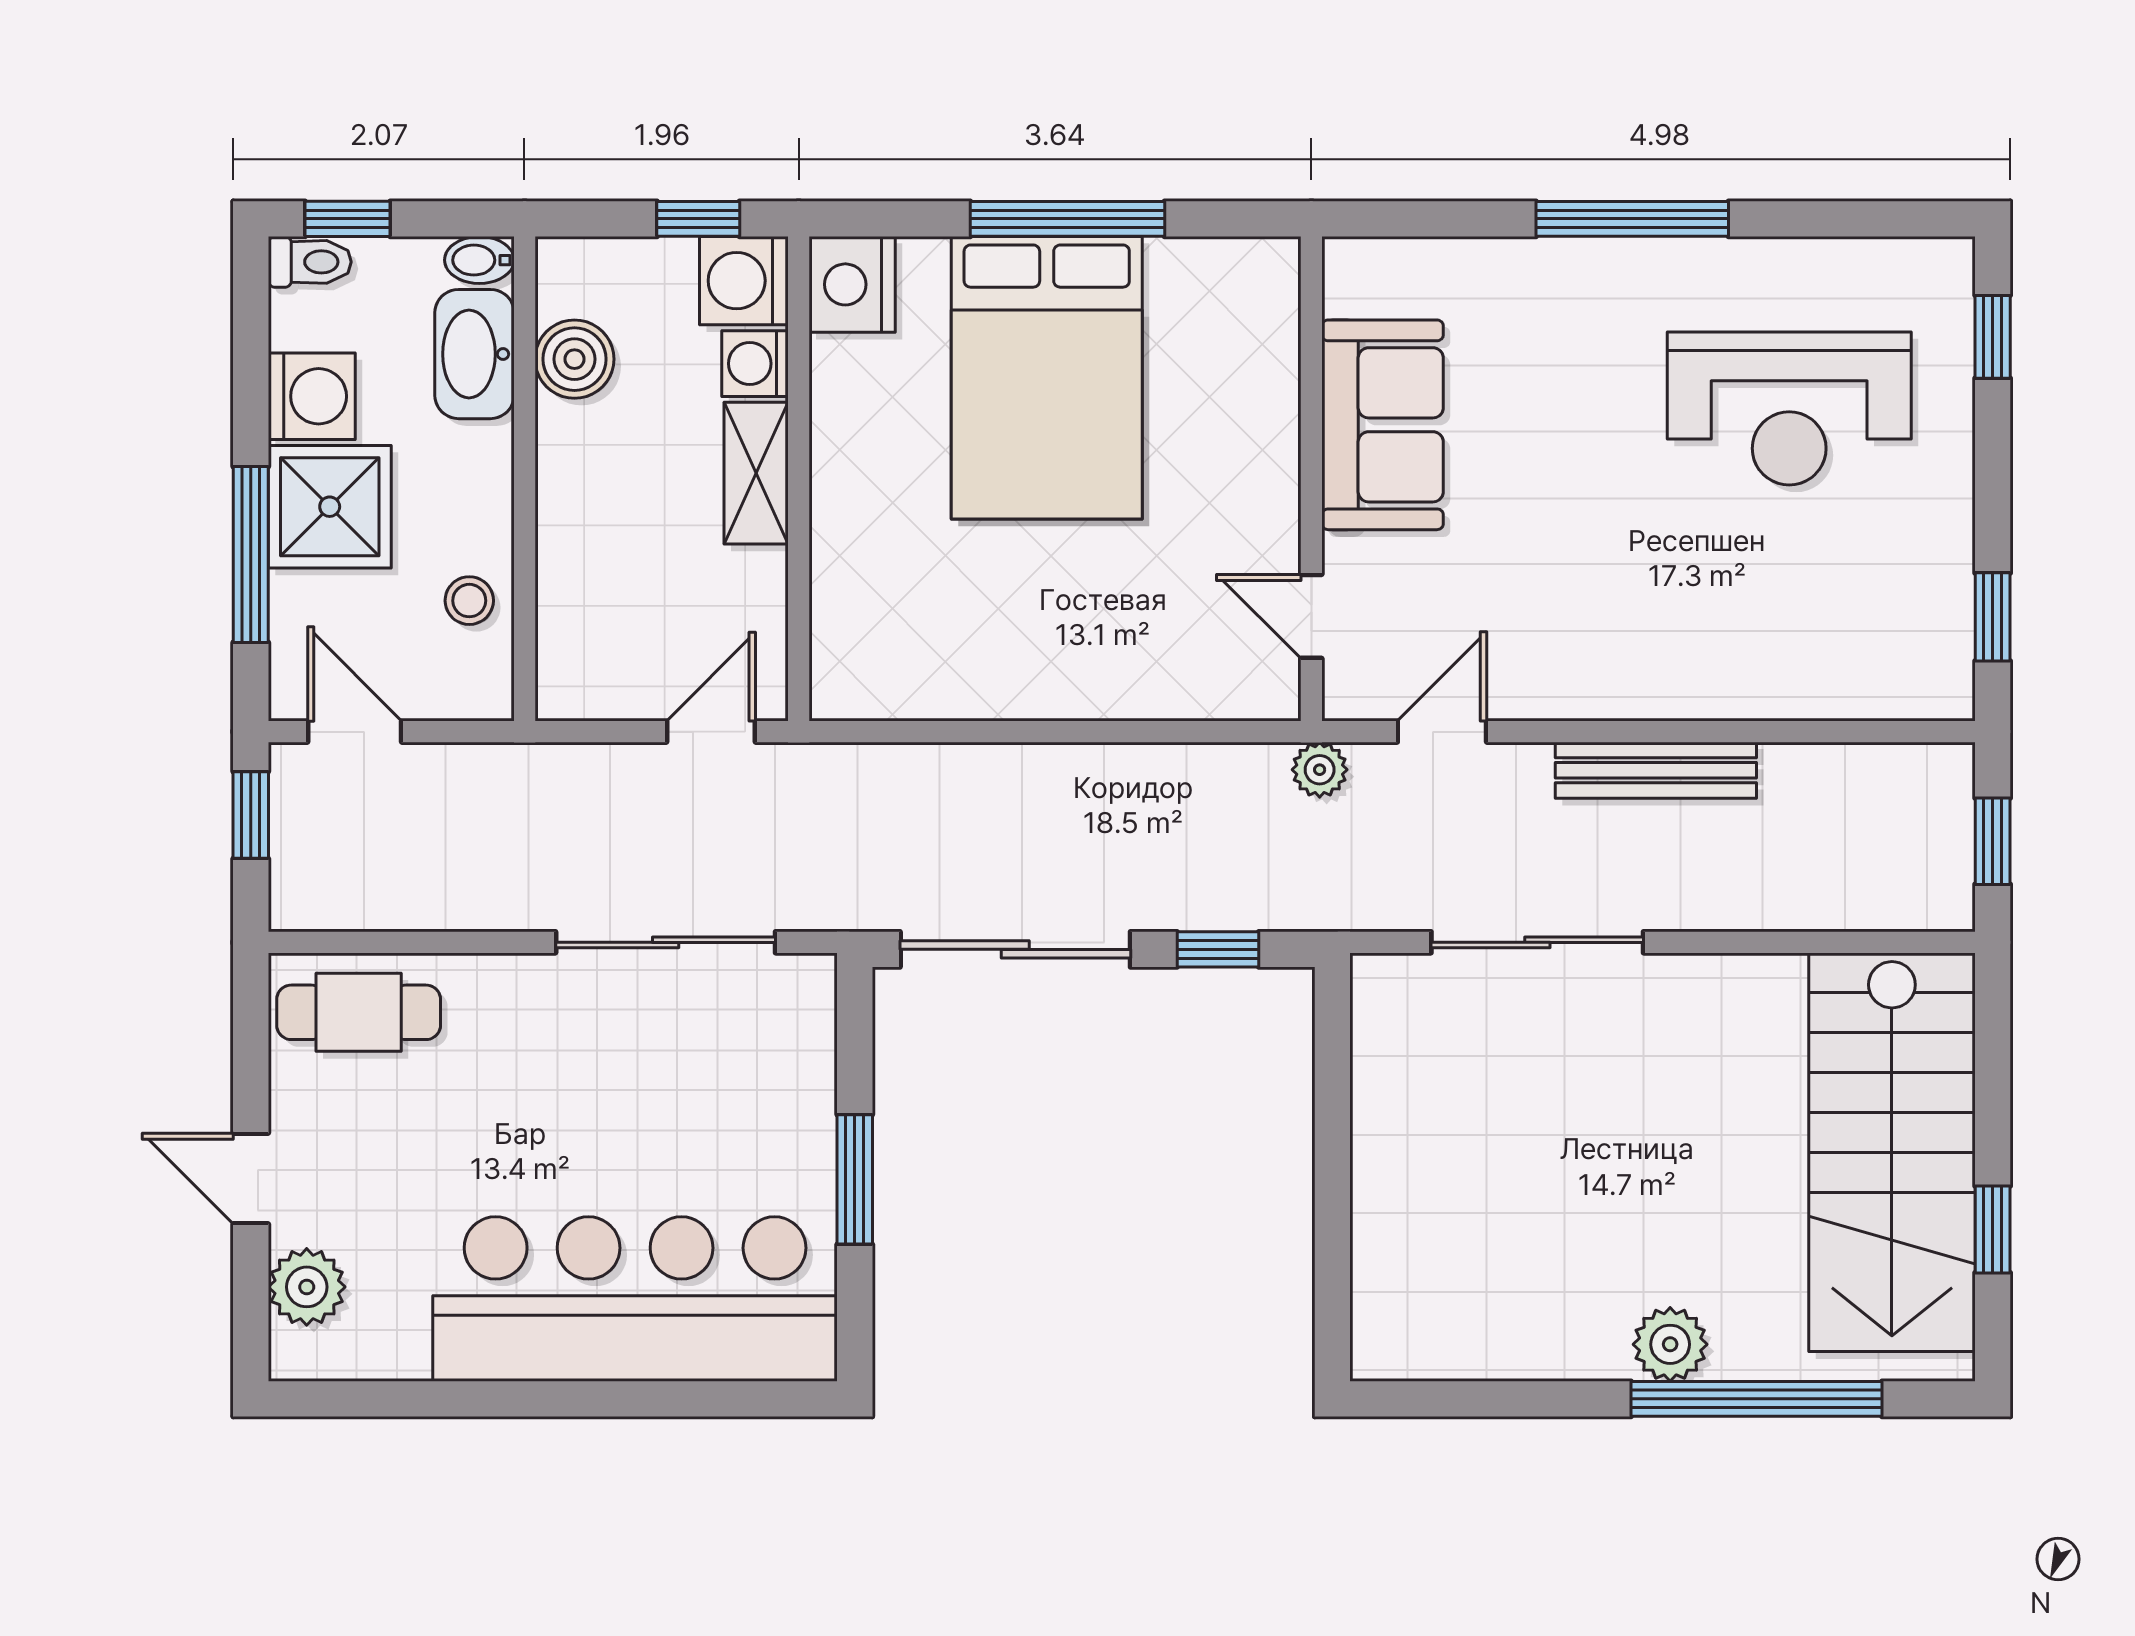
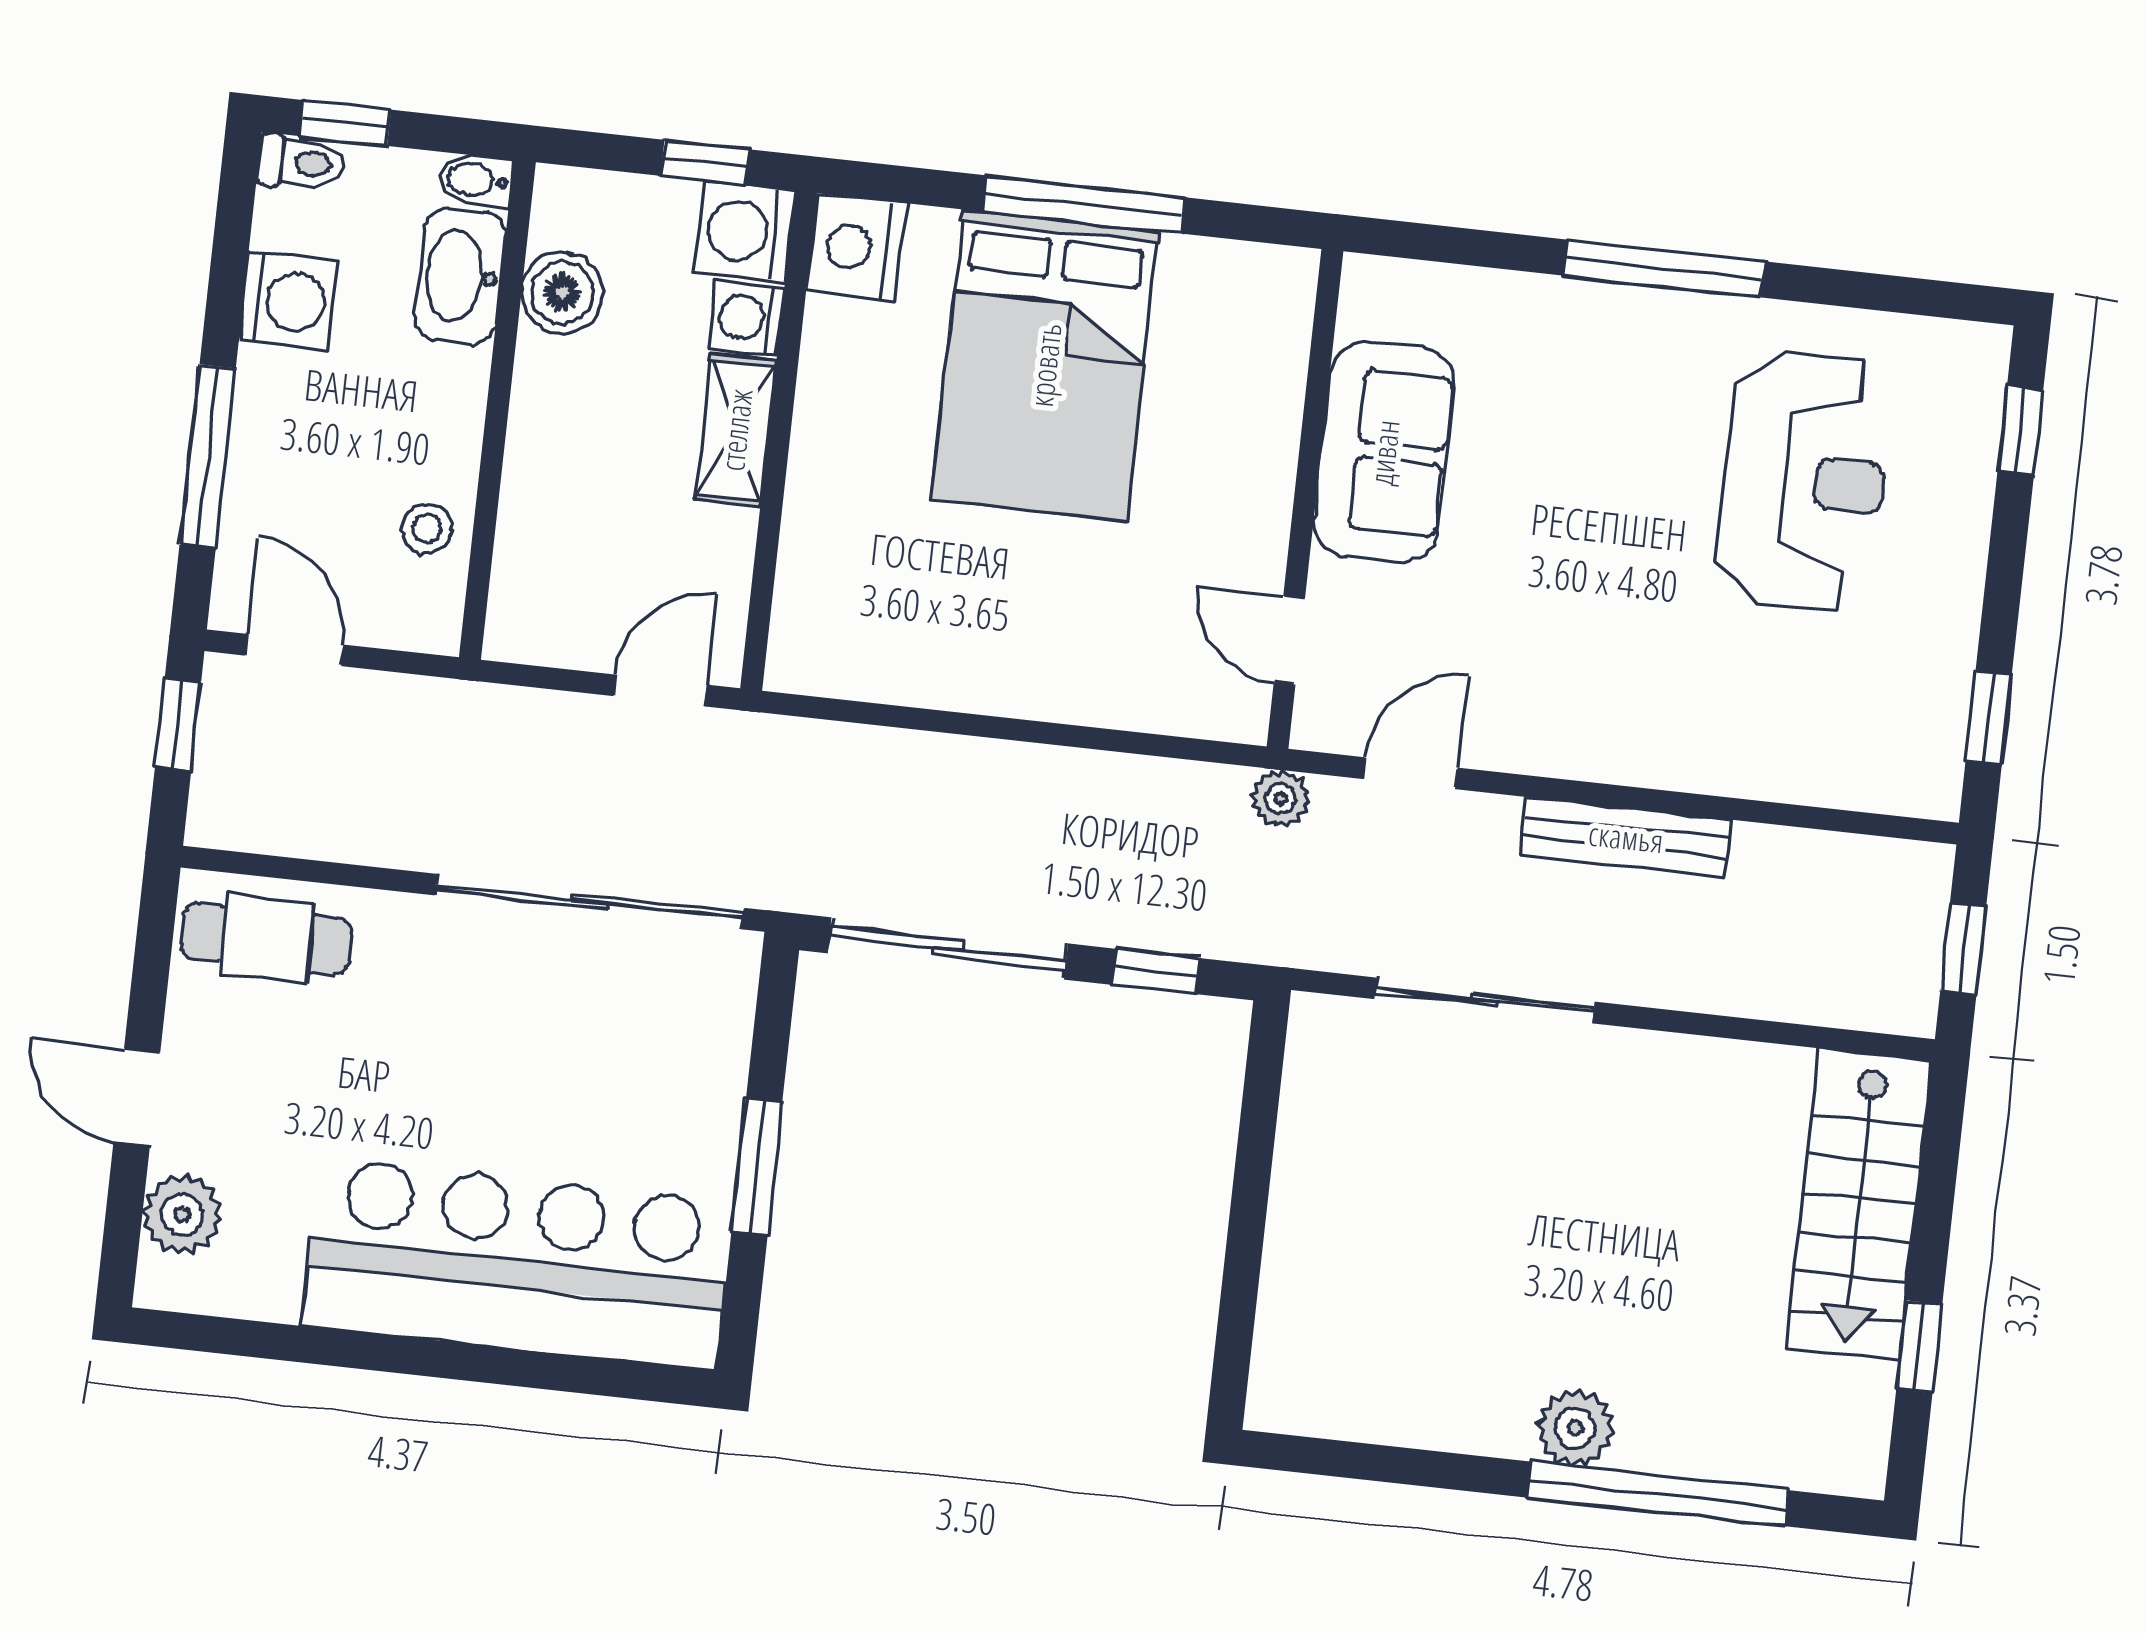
reception desk: (1789, 409) -> (1804, 481), turned -90
shower: (330, 507) -> (294, 416), removed
sliding door: (666, 942) -> (590, 902), width x1.36
stairs: (1892, 1152) -> (1859, 1205), width x0.73, depth x0.66

